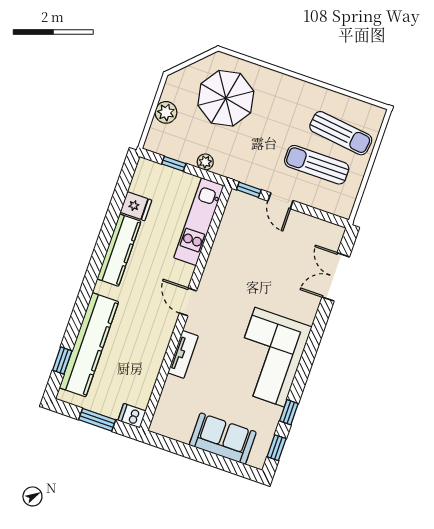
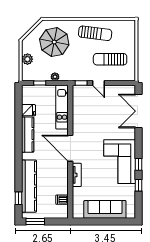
sun lounger: (341, 133) -> (95, 33), moved
double door: (336, 277) -> (138, 111), width x1.37
door: (188, 302) -> (70, 148), width x1.87
dishwasher: (132, 416) -> (62, 200), moved
window: (97, 420) -> (35, 221), moved
sofa: (223, 439) -> (105, 209), width x1.36
window: (277, 448) -> (138, 164), moved

